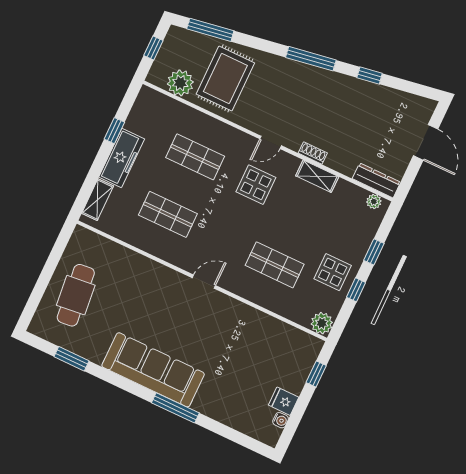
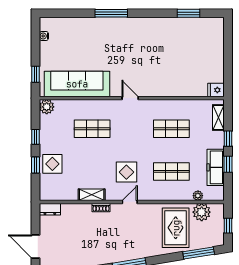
freezer: (122, 158) -> (216, 167), moved
window: (98, 165) -> (228, 139), added
dresser: (376, 180) -> (50, 209), width x0.70
plant: (374, 201) -> (198, 196), moved
display table: (333, 272) -> (52, 164), moved
door: (204, 282) -> (130, 98), swing flipped
cafe table: (76, 295) -> (204, 53), removed
sofa: (153, 370) -> (77, 84), moved, turned 180
fridge: (284, 401) -> (216, 90), moved, turned 180

